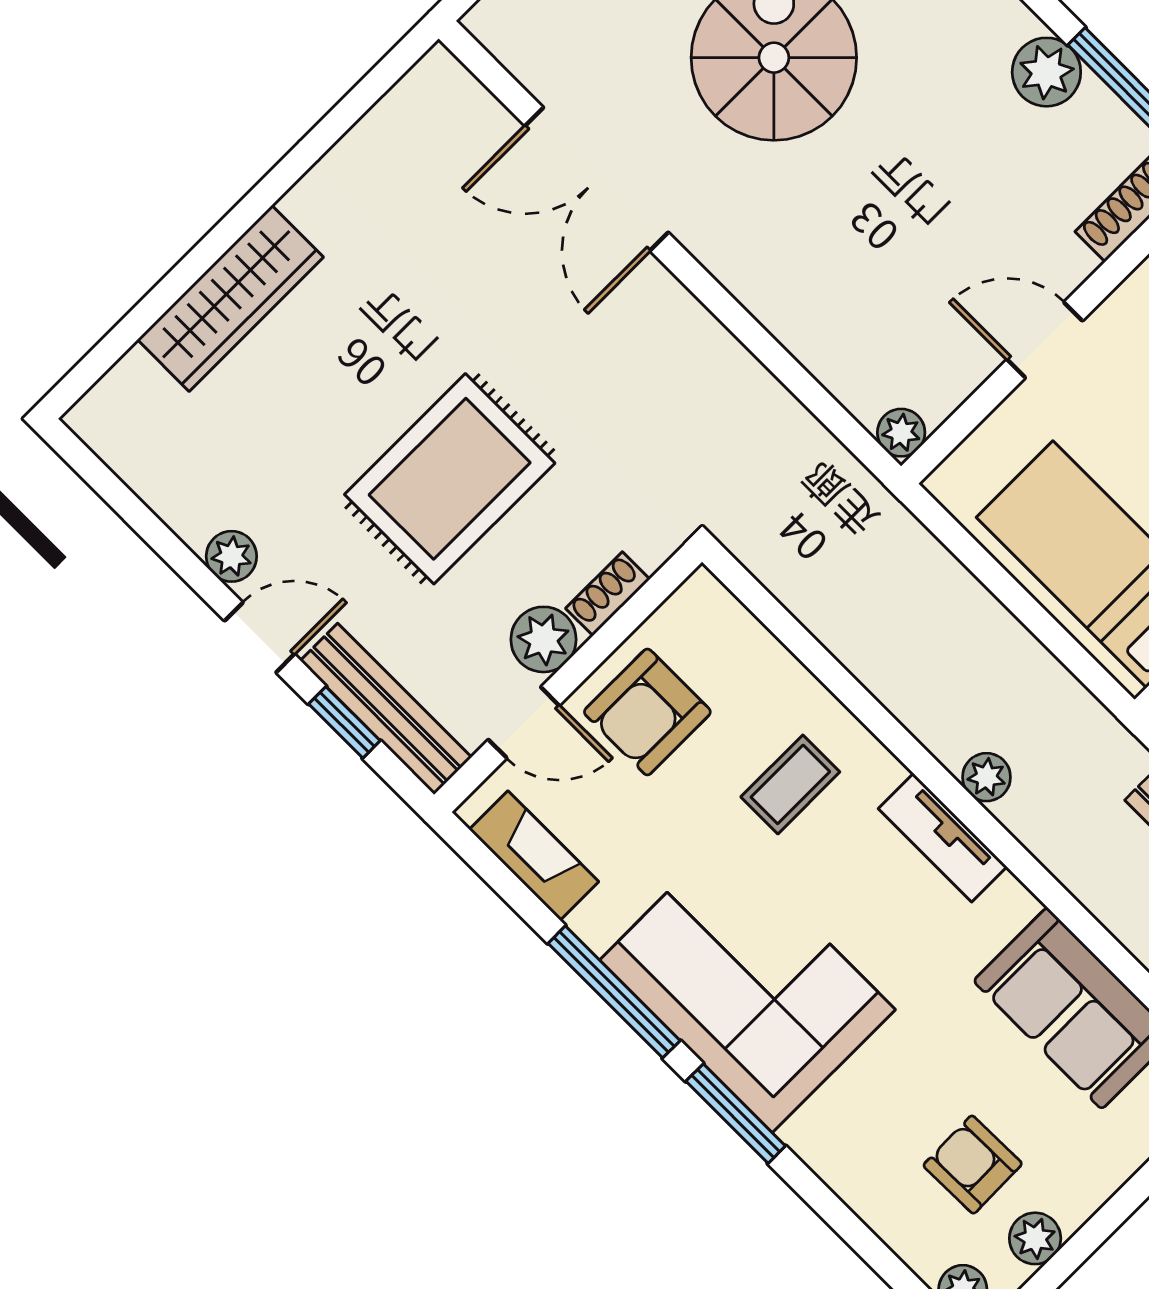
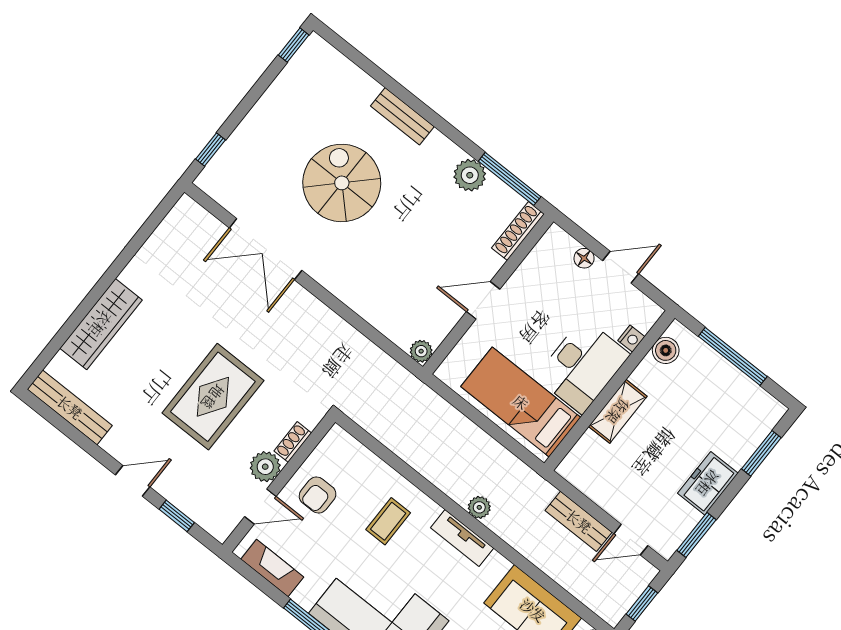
plant: (231, 556) -> (115, 445), removed
bench: (386, 709) -> (70, 407), moved
armchair: (647, 712) -> (318, 495), width x0.72, depth x0.72

